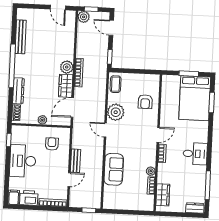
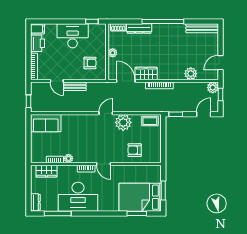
bench: (21, 37) -> (202, 28), moved
plant: (67, 67) -> (191, 74), moved
desk: (195, 154) -> (78, 197), width x1.87, depth x1.30
sofa: (114, 169) -> (46, 123), moved

